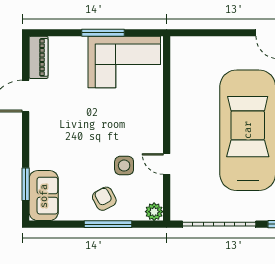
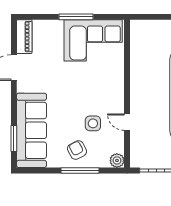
sofa: (44, 196) -> (31, 130), width x1.85, depth x1.27

